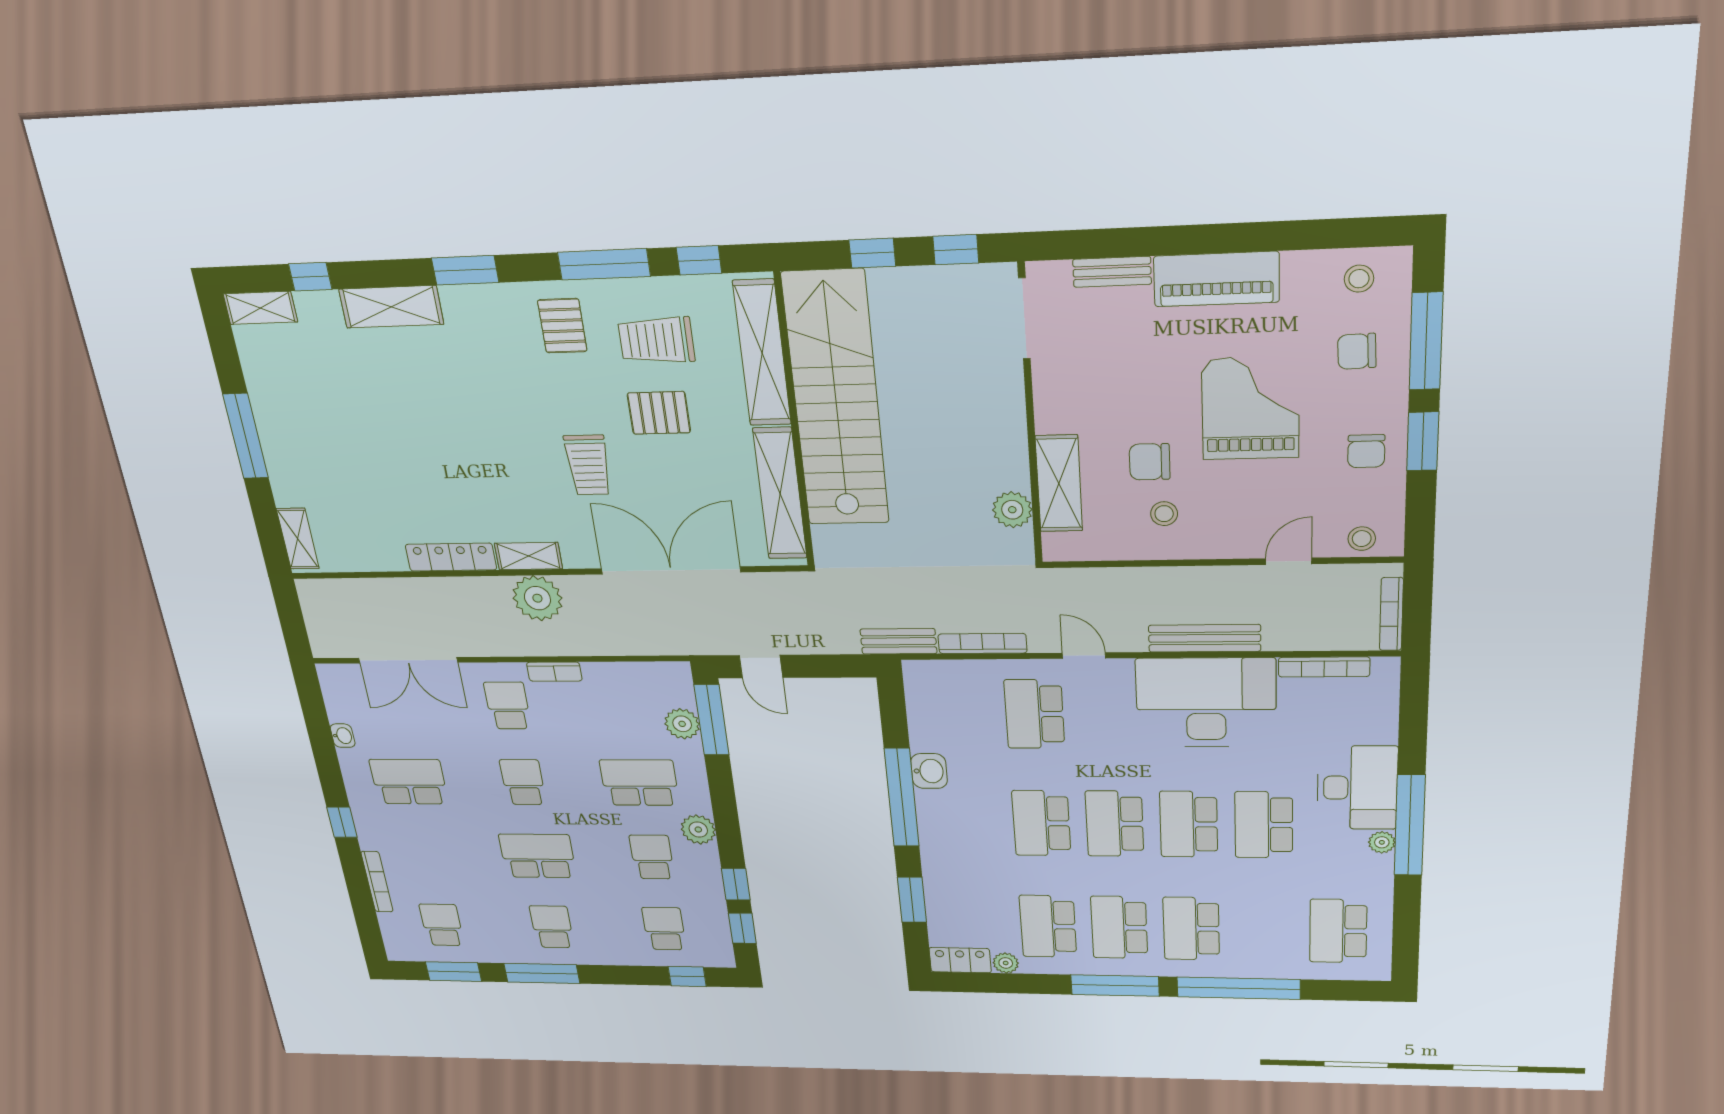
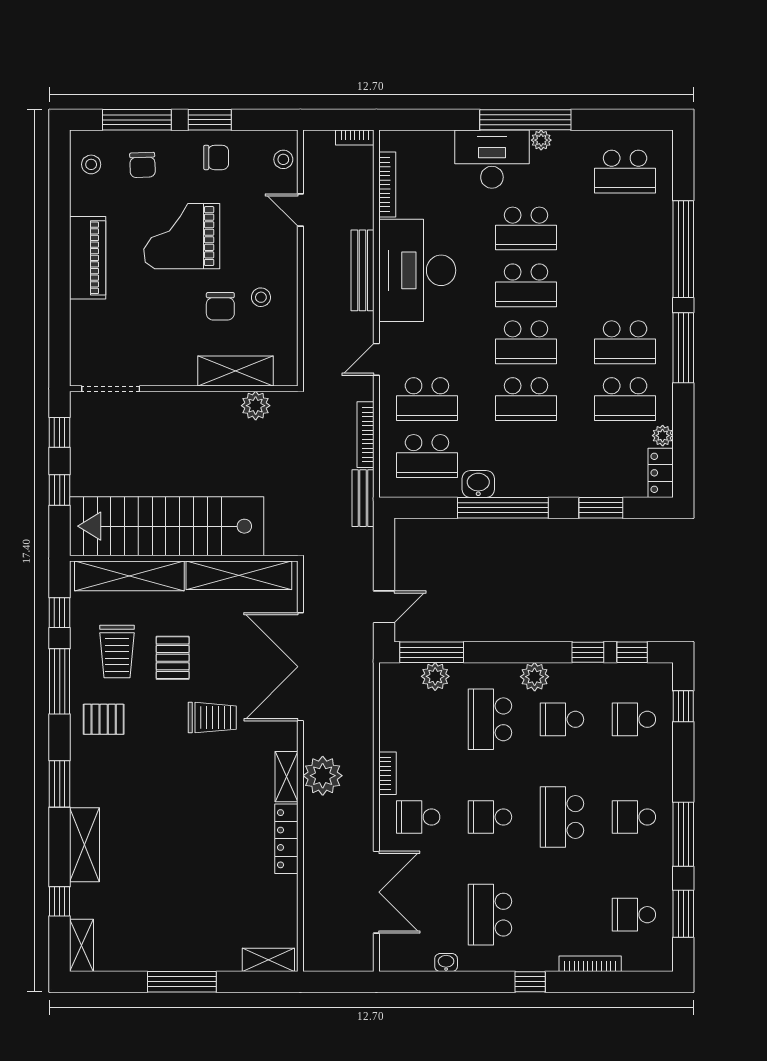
bench: (1112, 272) -> (80, 327), removed
bookcase: (1391, 614) -> (355, 138), width x0.64
school desk: (1191, 929) -> (427, 456), moved

